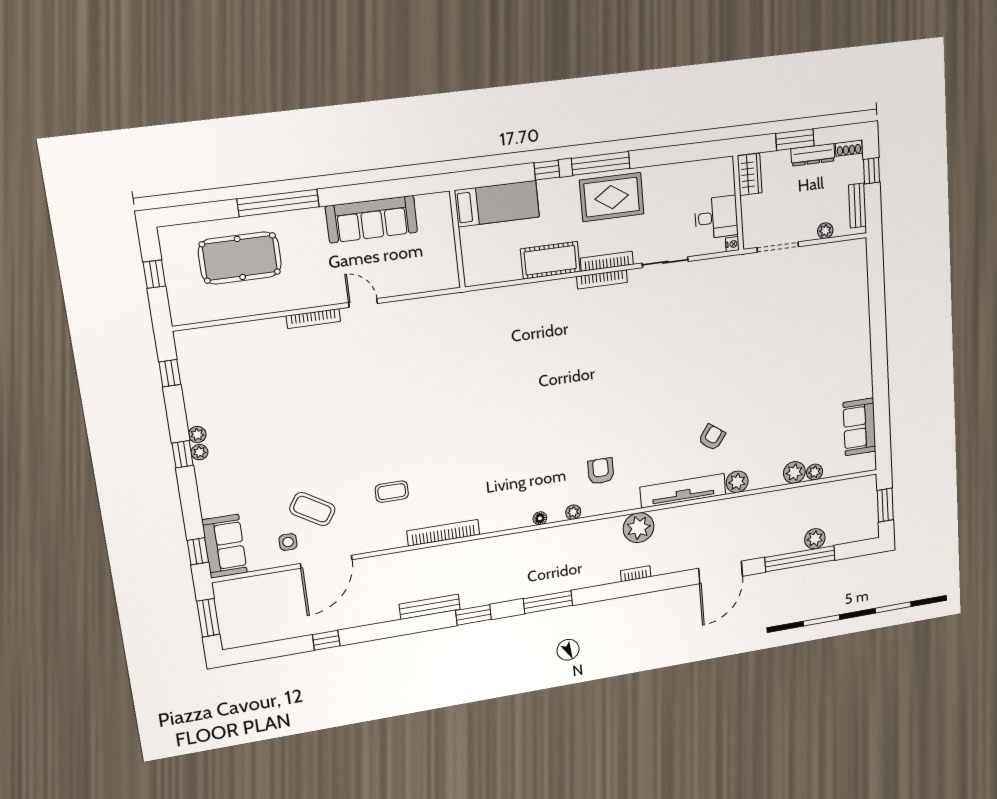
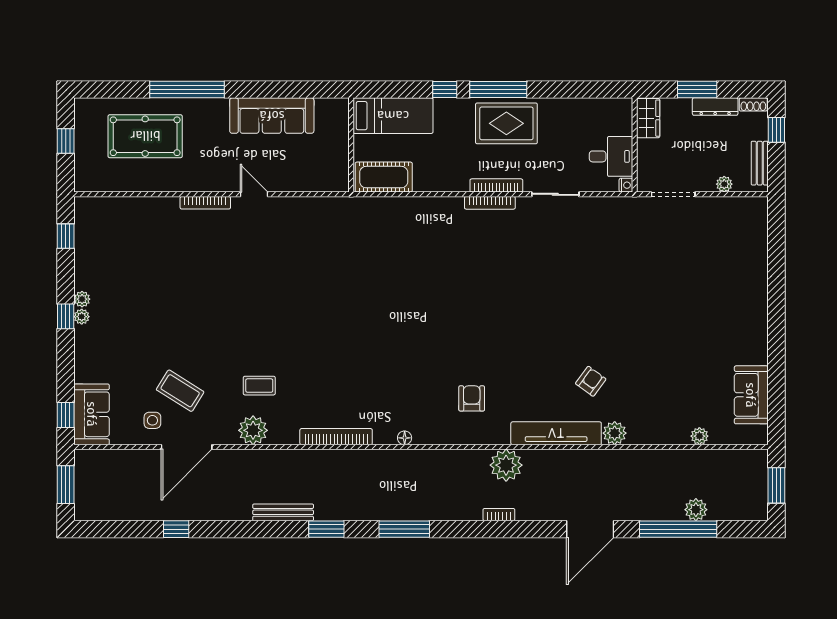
cot: (550, 260) -> (384, 177), moved
plant: (794, 472) -> (677, 433), removed
plant: (573, 512) -> (253, 430), moved, width x1.88, depth x1.88
bookcase: (443, 533) -> (336, 437), moved

